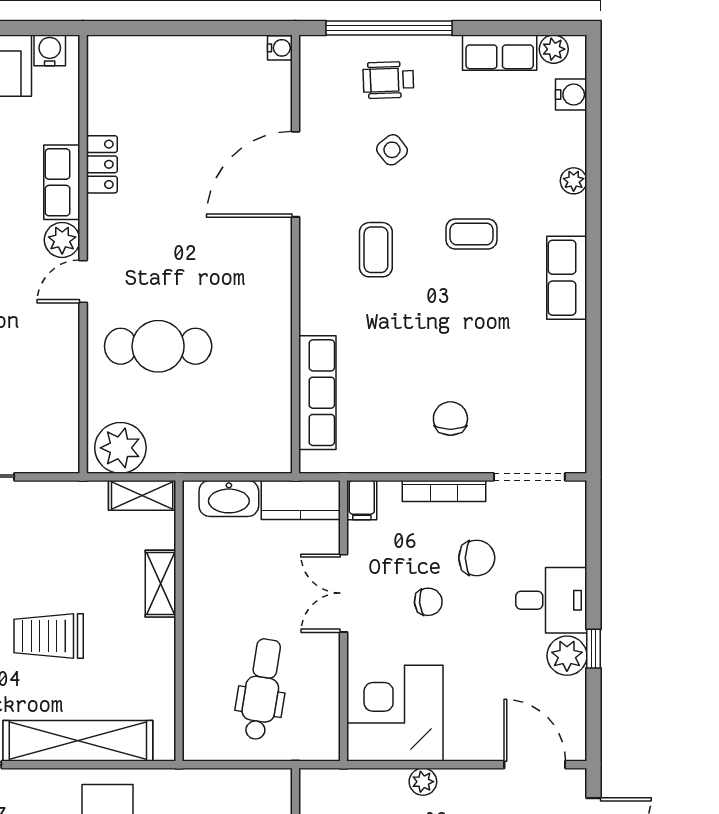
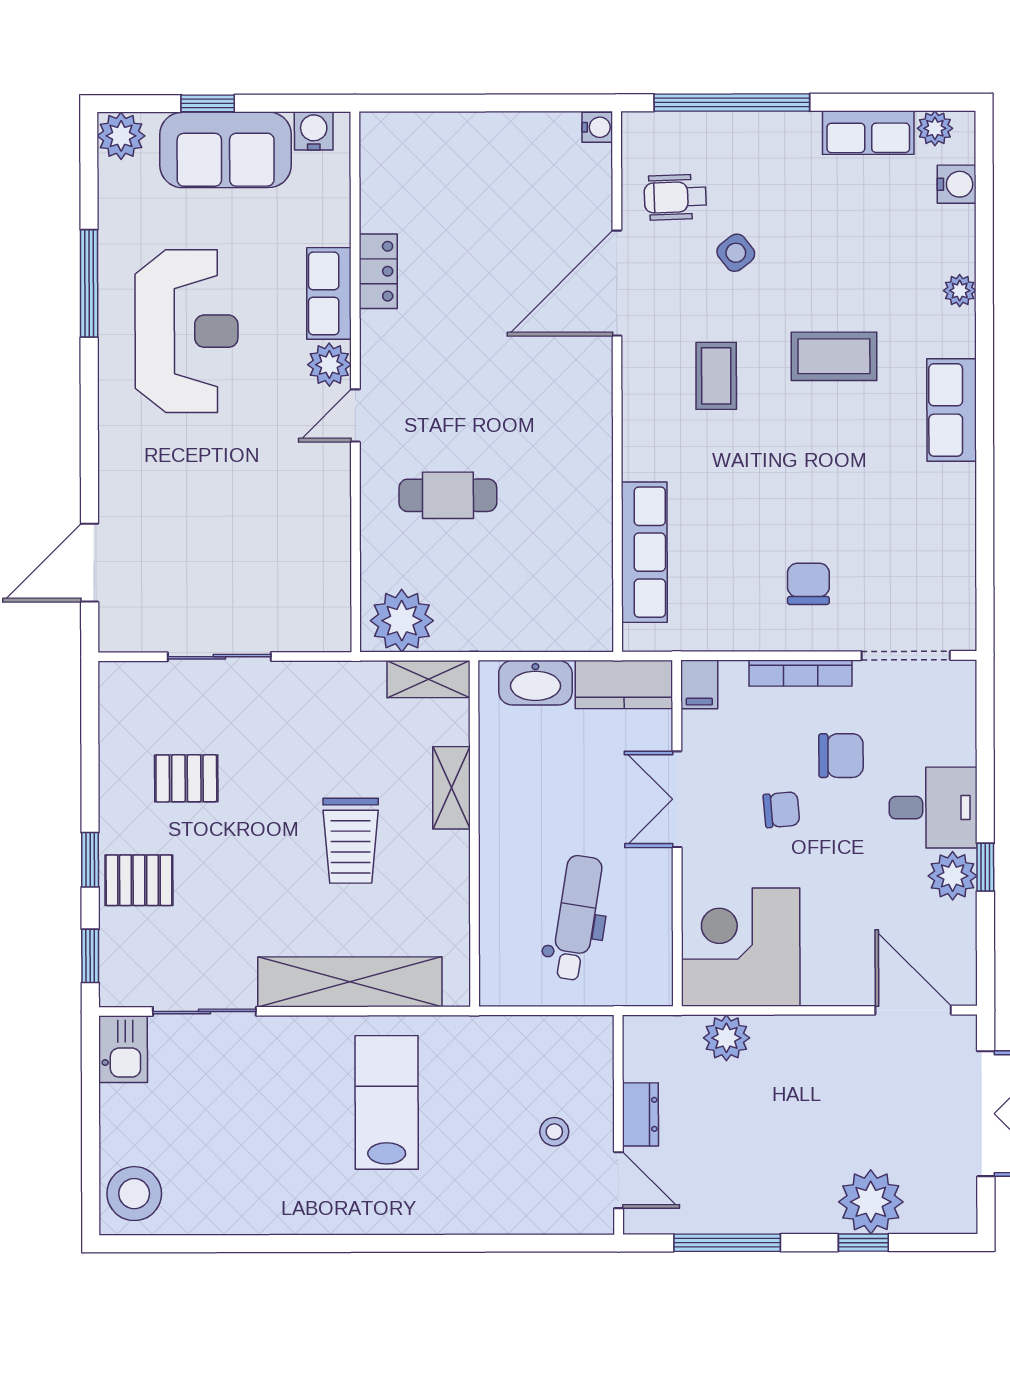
wheelchair: (388, 80) -> (675, 197), moved
coffee table: (472, 234) -> (834, 356), width x1.36, depth x1.30
cafe table: (158, 346) -> (448, 495), width x0.73, depth x0.74
trolley: (49, 636) -> (351, 841), moved, turned -90
plant: (423, 782) -> (726, 1038), moved, width x1.38, depth x1.38

